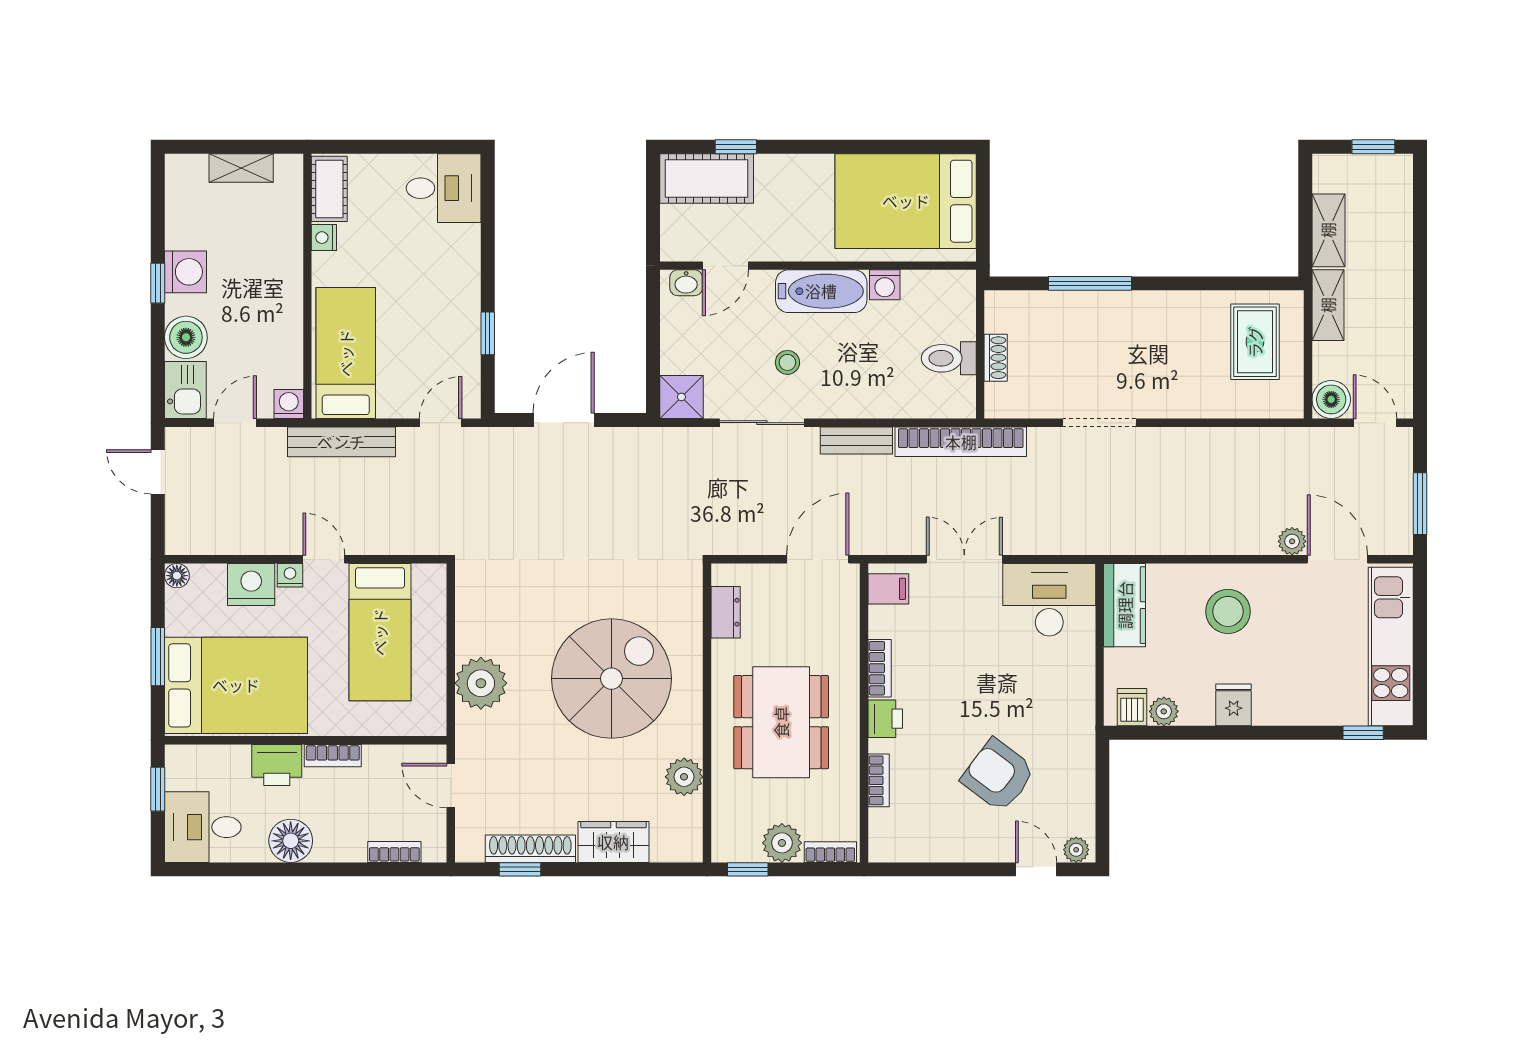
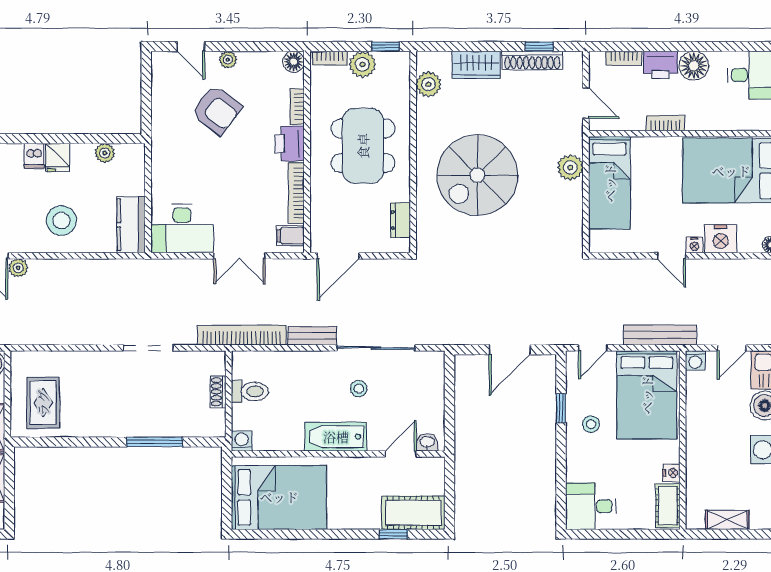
washing machine: (885, 285) -> (242, 441), moved
stool: (443, 310) -> (591, 424), added
bed: (346, 353) -> (647, 395), width x1.50
shower: (681, 397) -> (430, 365), removed
sliding door: (762, 423) -> (376, 348), width x1.37
bed: (380, 632) -> (610, 183), moved, turned 180
bookcase: (880, 668) -> (296, 193), width x1.56
plant: (481, 683) -> (570, 167), width x0.73, depth x0.73
dishwasher: (1132, 707) -> (34, 156), moved
printer: (885, 719) -> (290, 144), width x1.36, depth x1.24
printer: (277, 765) -> (661, 65), moved, turned 180
plant: (684, 777) -> (428, 84), moved
floor lamp: (884, 847) -> (294, 62), added
plant: (1076, 850) -> (228, 60), moved

